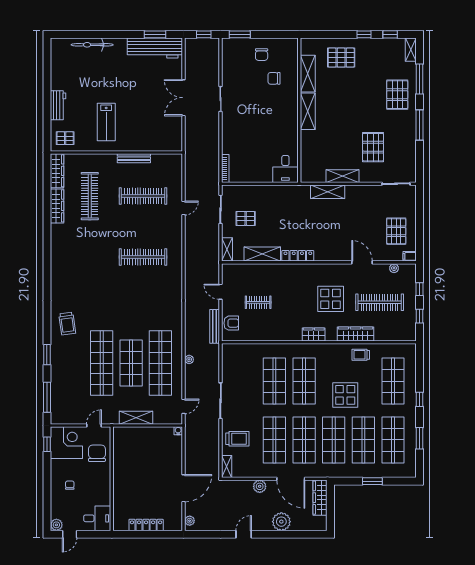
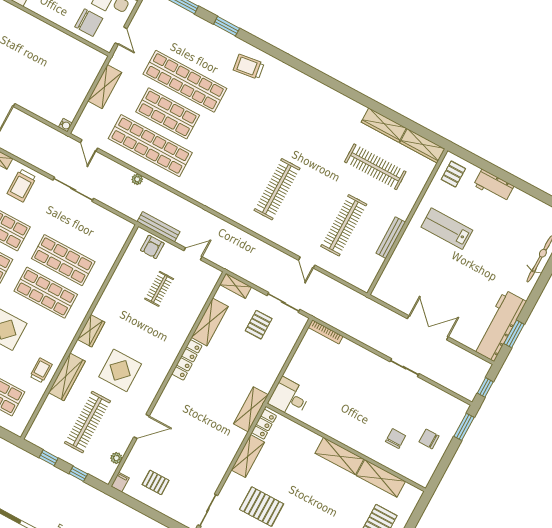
locker: (314, 177) -> (264, 424), added
shelving: (328, 192) -> (251, 409), moved
pallet: (396, 231) -> (156, 482), width x0.67, depth x0.71

